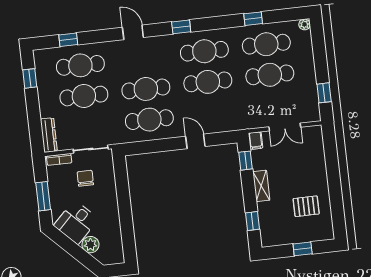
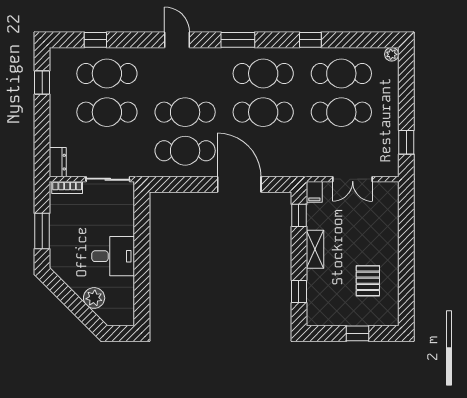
window: (253, 19) -> (310, 40), moved
window: (181, 27) -> (238, 40), width x1.50
dresser: (49, 135) -> (58, 162), width x0.70
door: (195, 141) -> (239, 184), width x1.88
chair: (85, 178) -> (97, 215), removed
pallet: (306, 206) -> (368, 281), turned 90
desk: (76, 222) -> (113, 256), moved, turned -135

